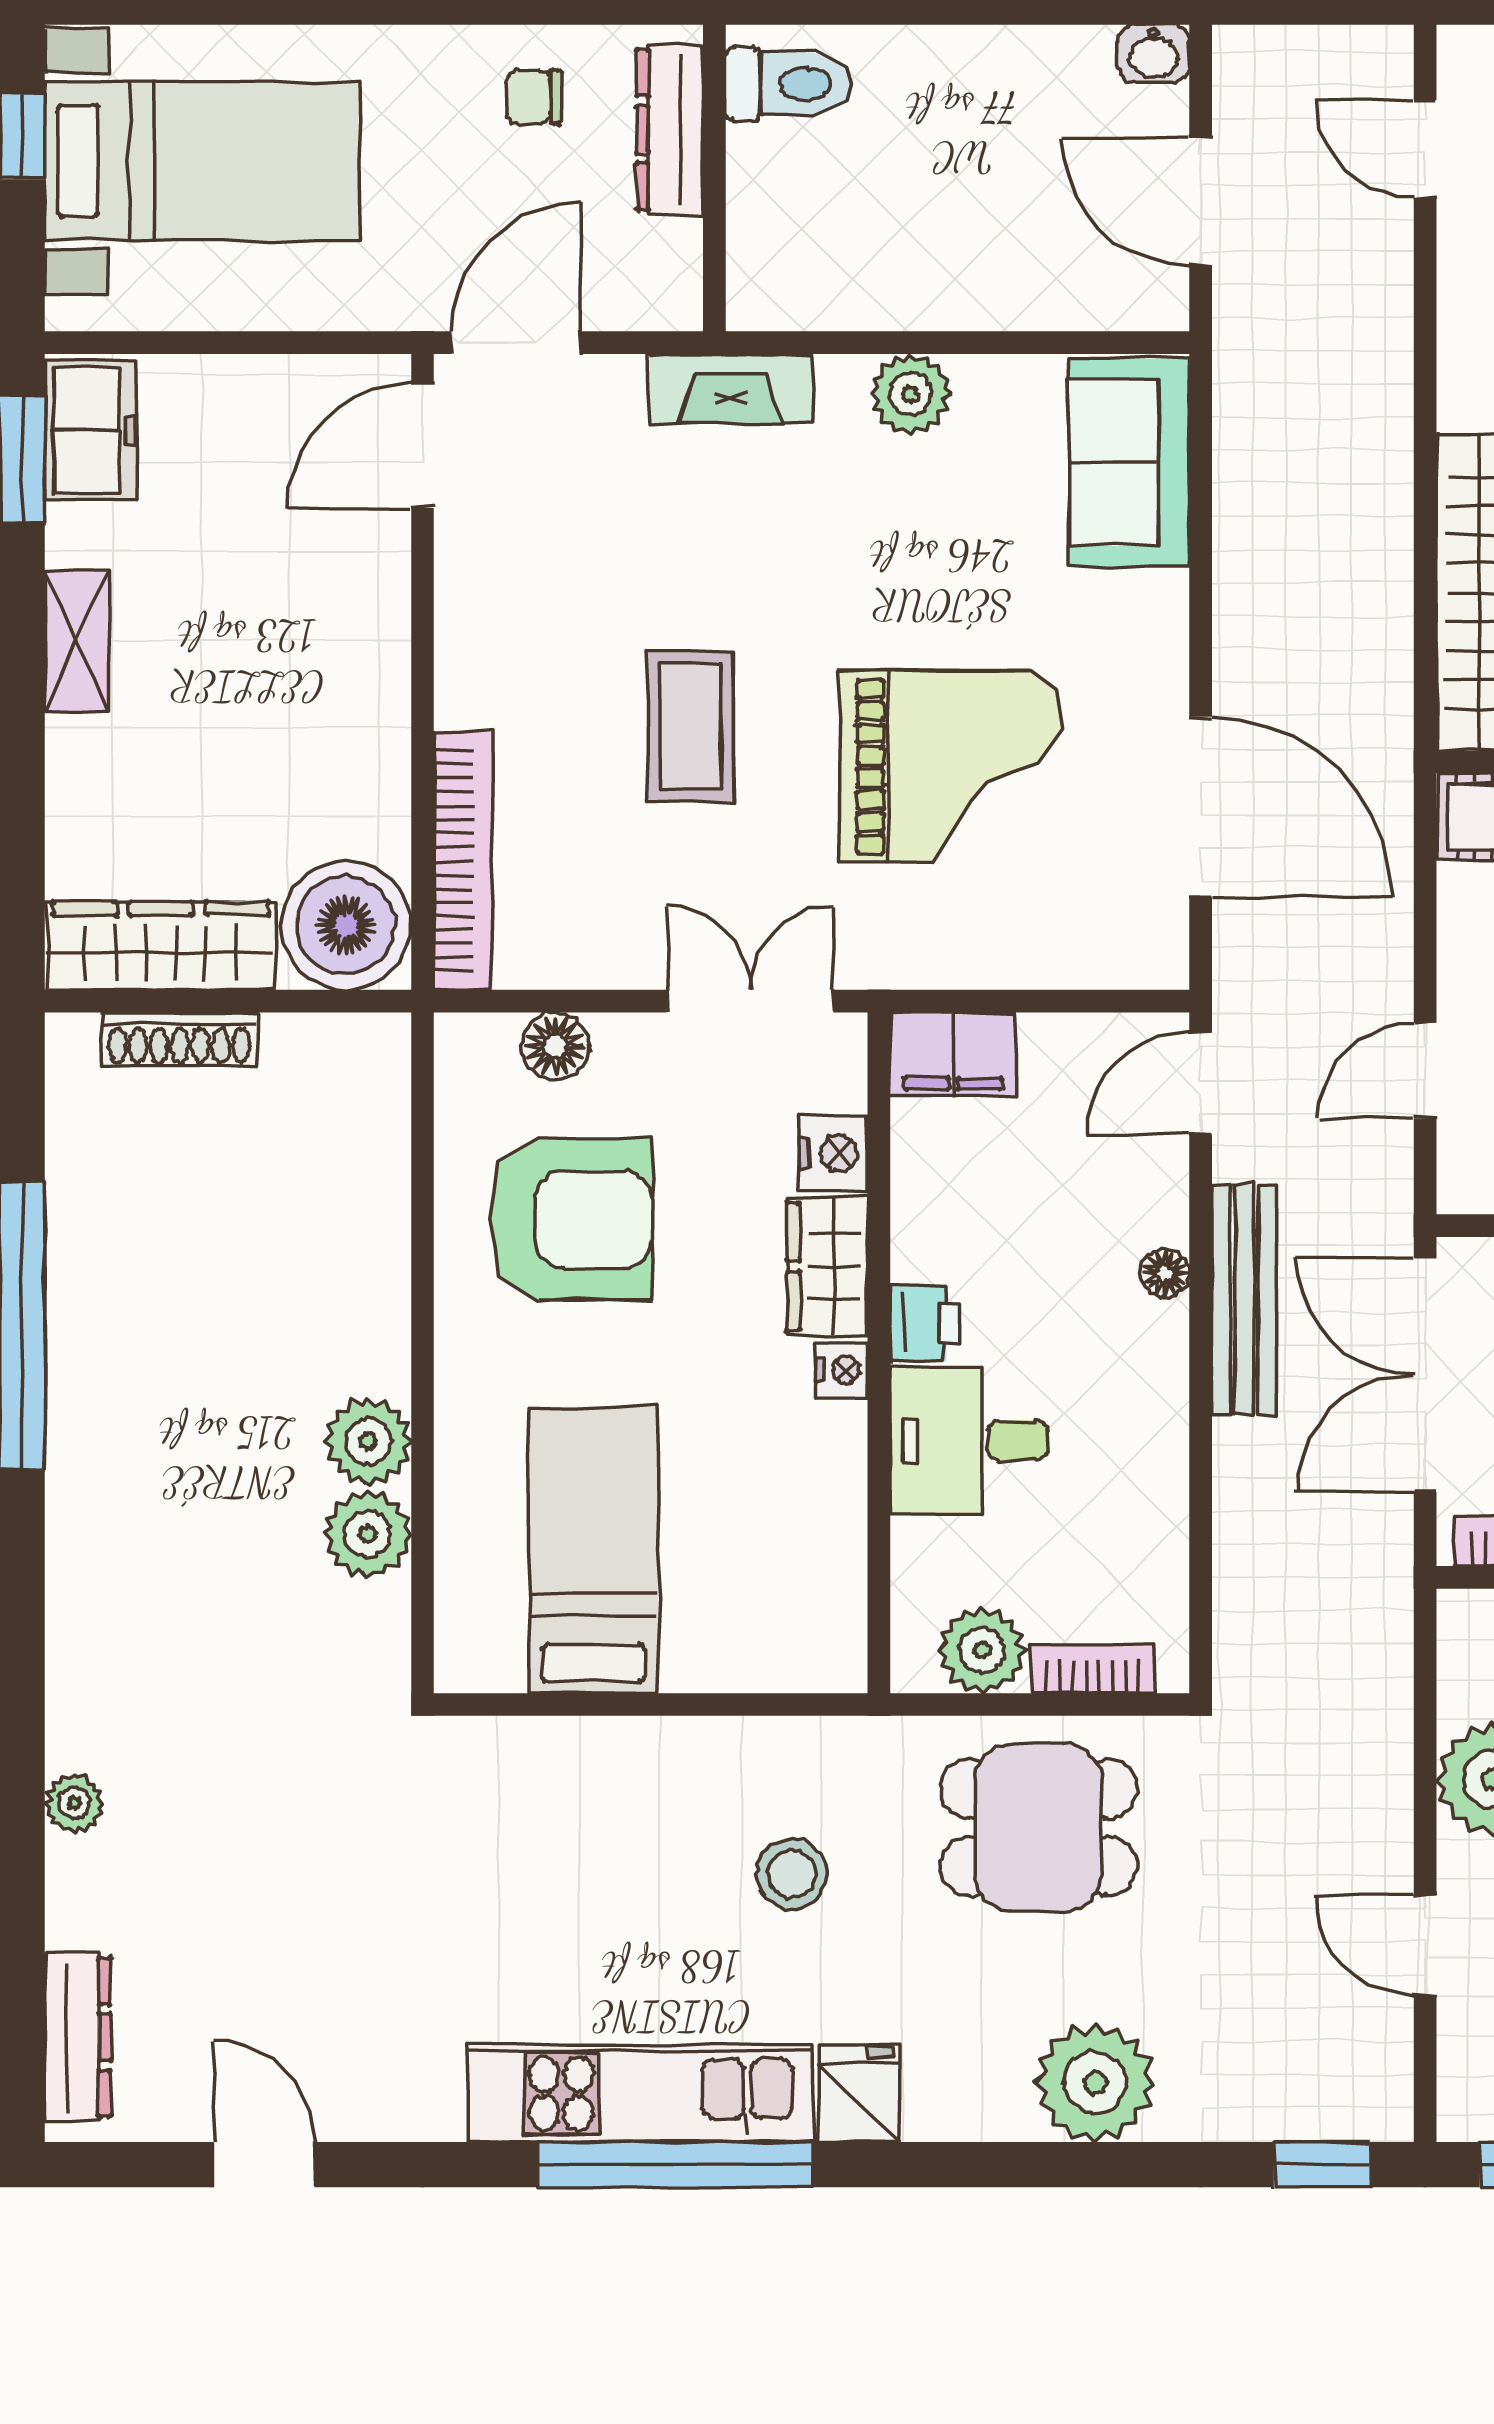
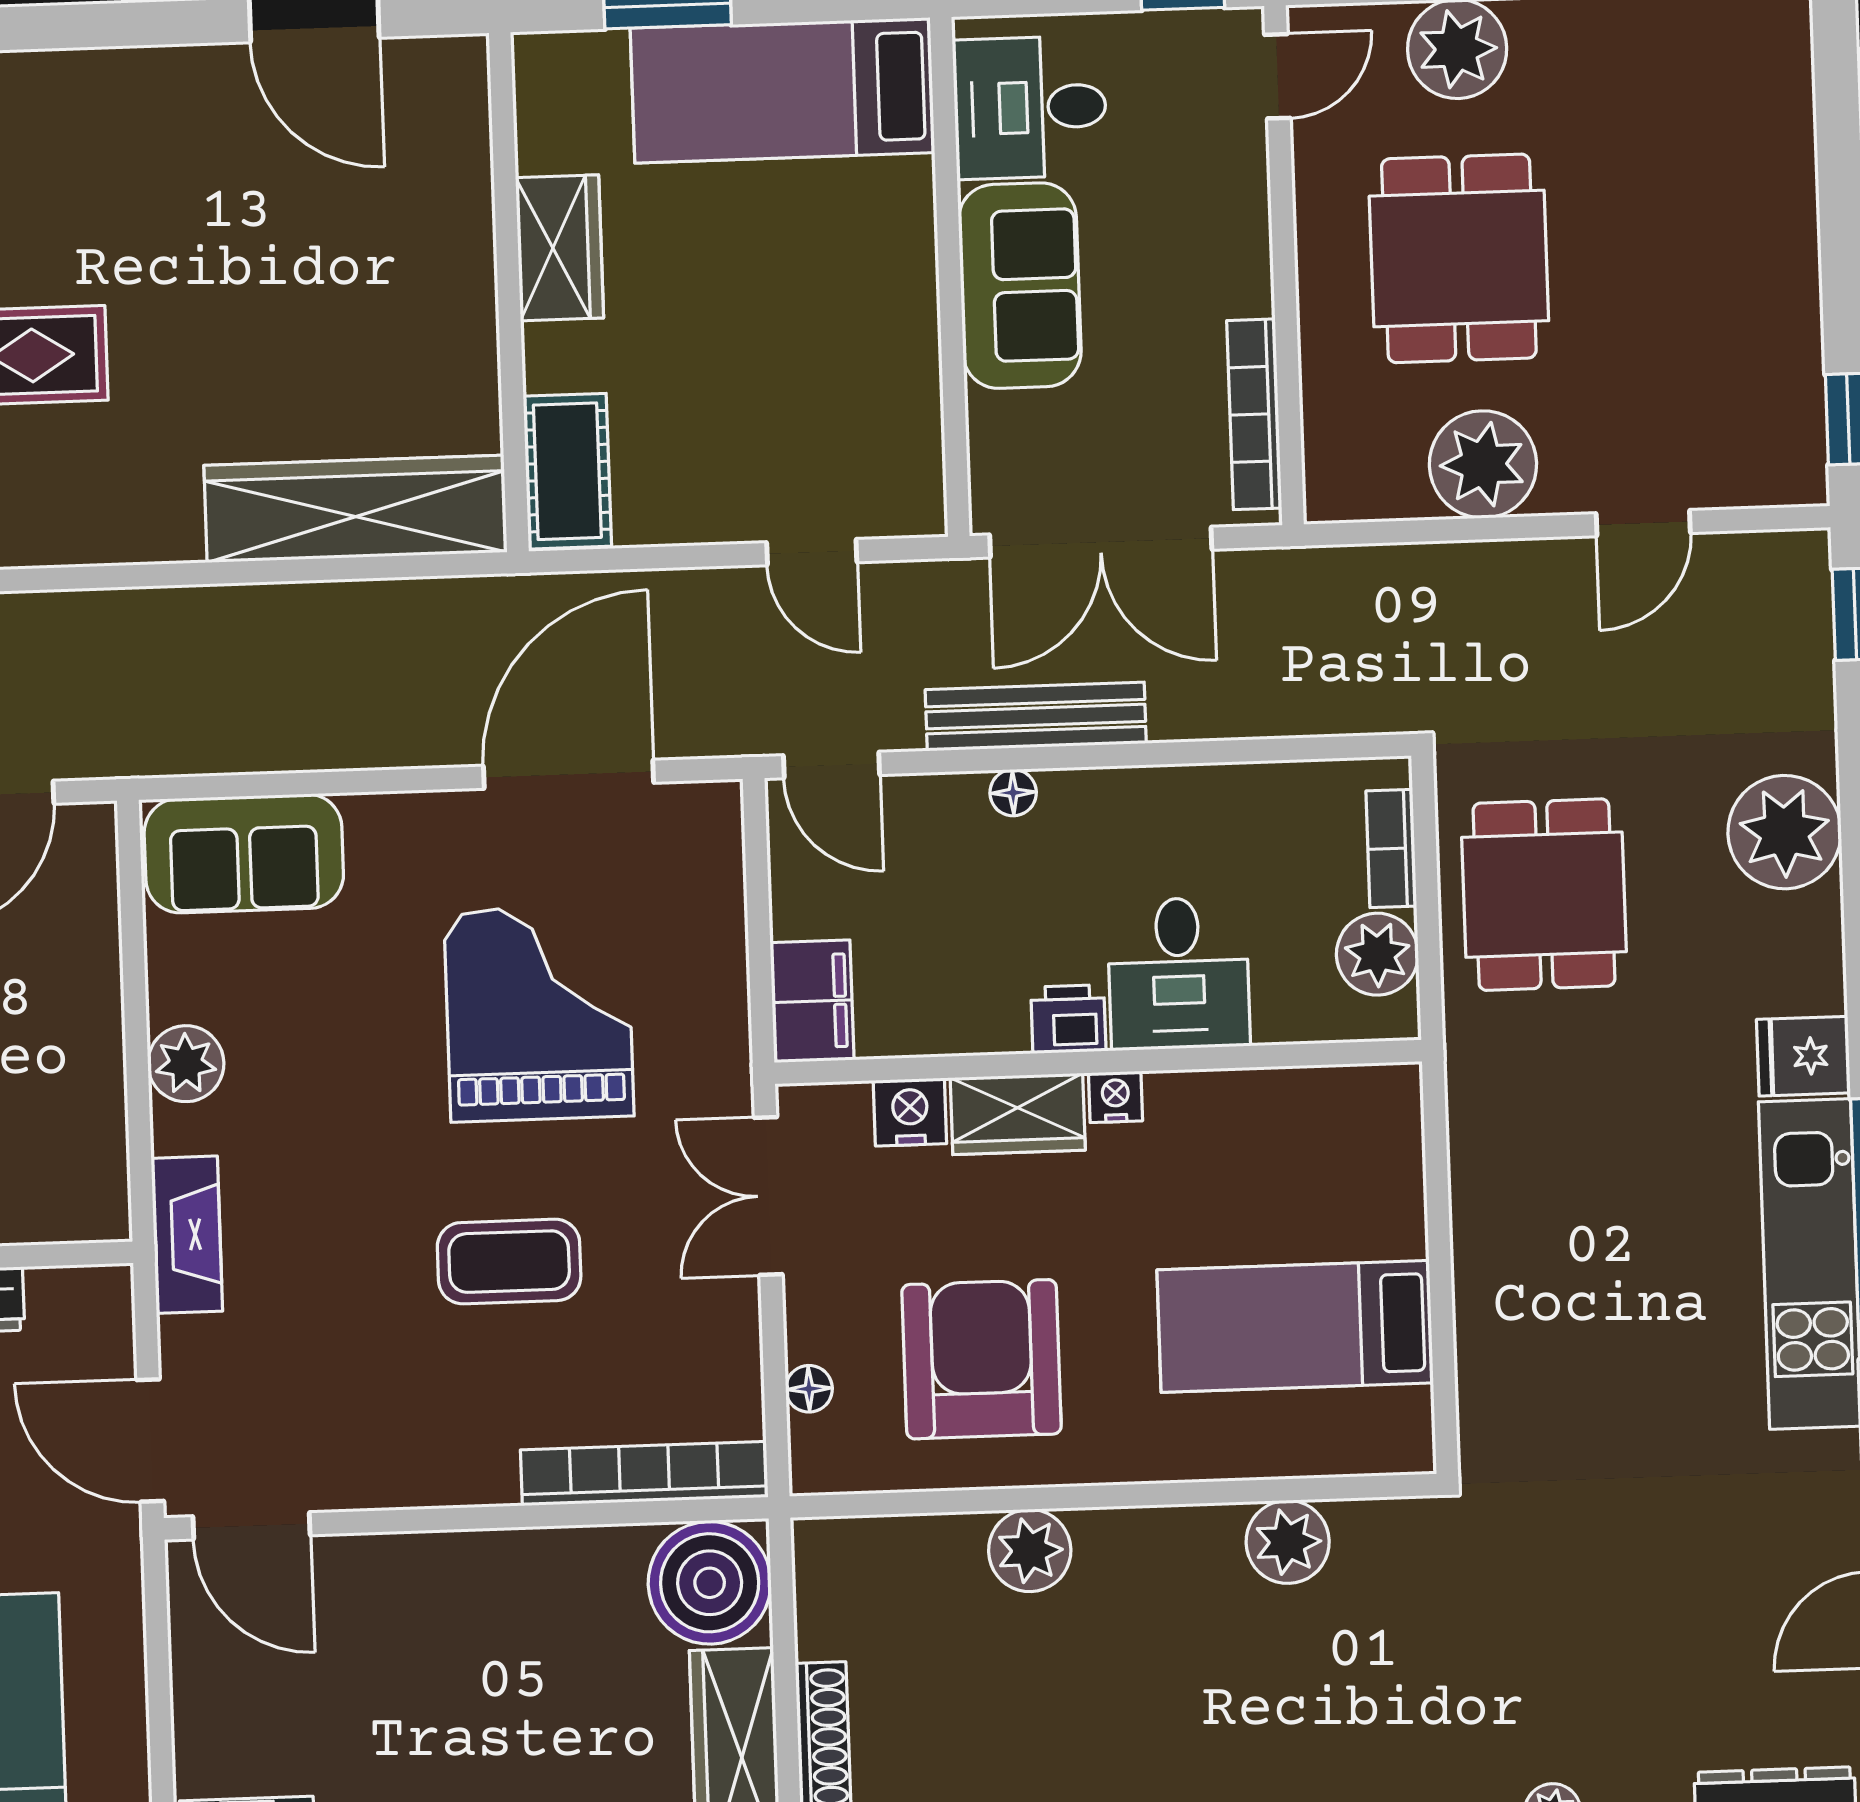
floor lamp: (555, 1046) -> (809, 1389), width x0.73, depth x0.73
plant: (368, 1441) -> (1030, 1550), moved
stool: (792, 1874) -> (1597, 1127), removed

